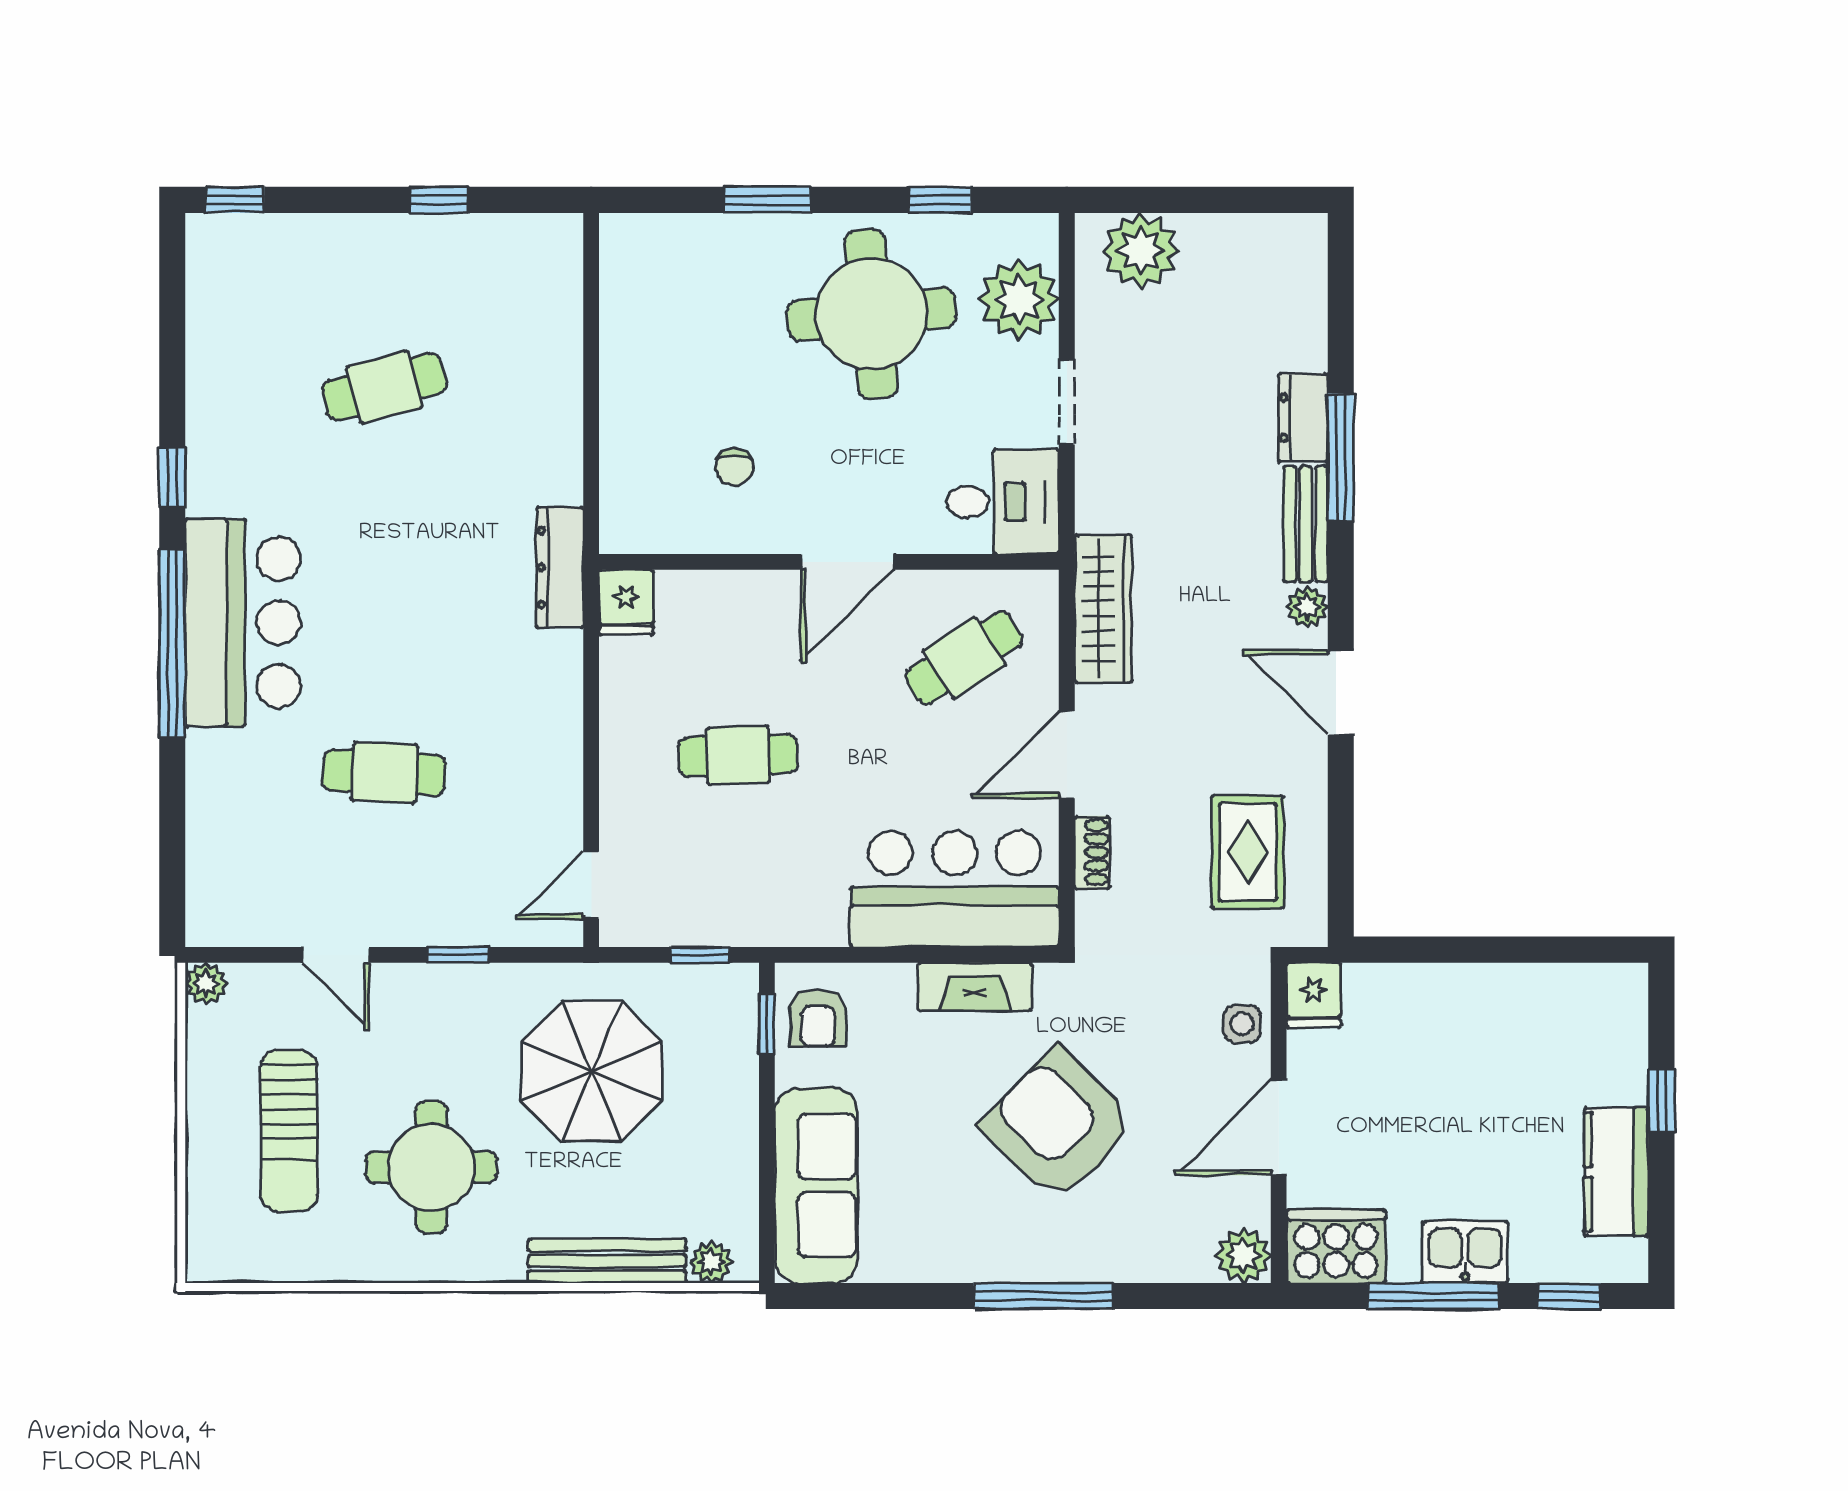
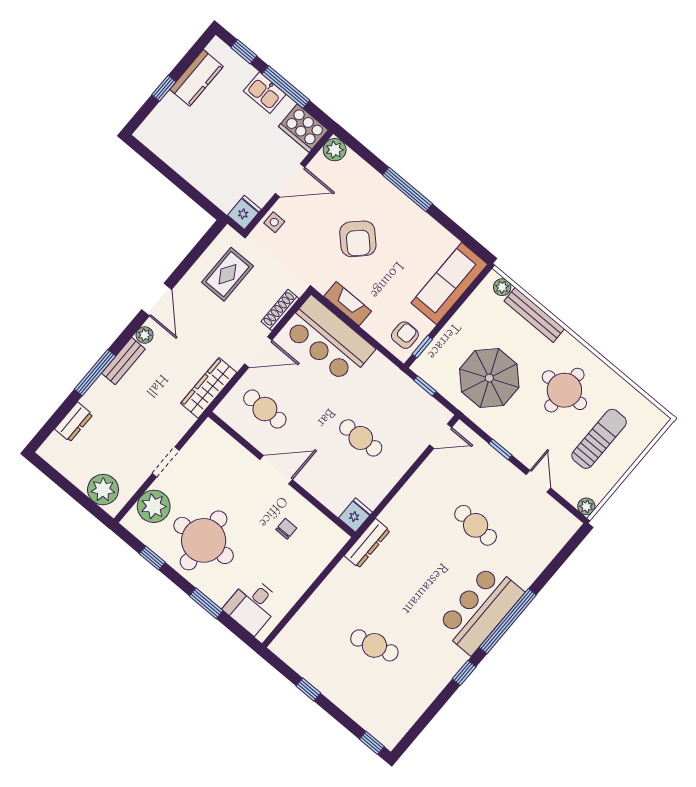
dresser: (1303, 418) -> (74, 422), moved
desk: (1003, 502) -> (253, 605), moved, turned -90
cafe table: (964, 658) -> (265, 409), turned 33
shoe rack: (1092, 852) -> (280, 310), width x1.43
armchair: (1059, 1125) -> (358, 239), width x0.73, depth x0.73

